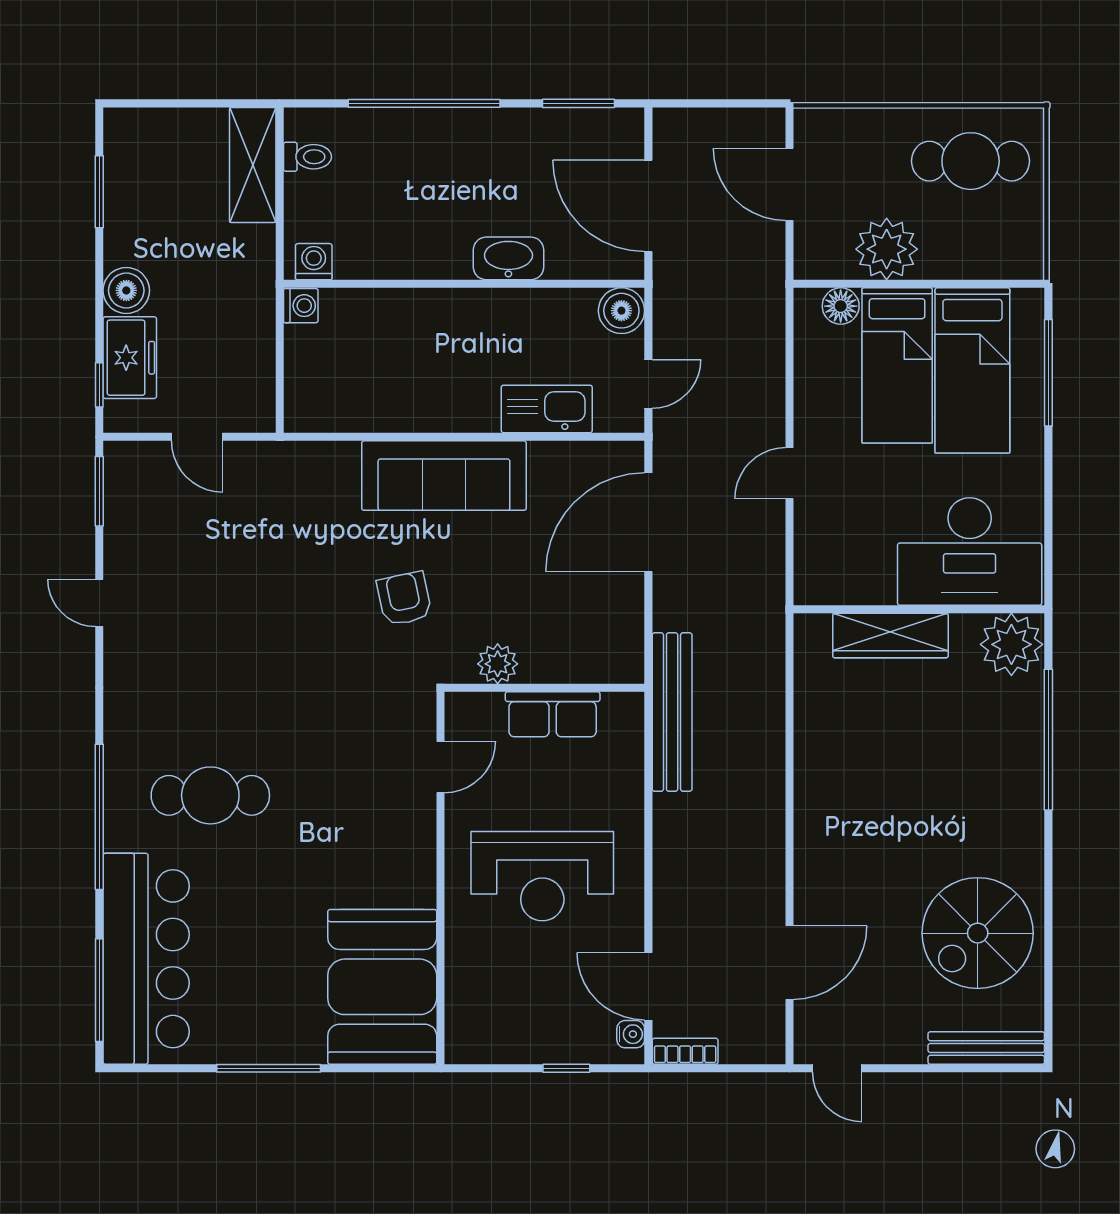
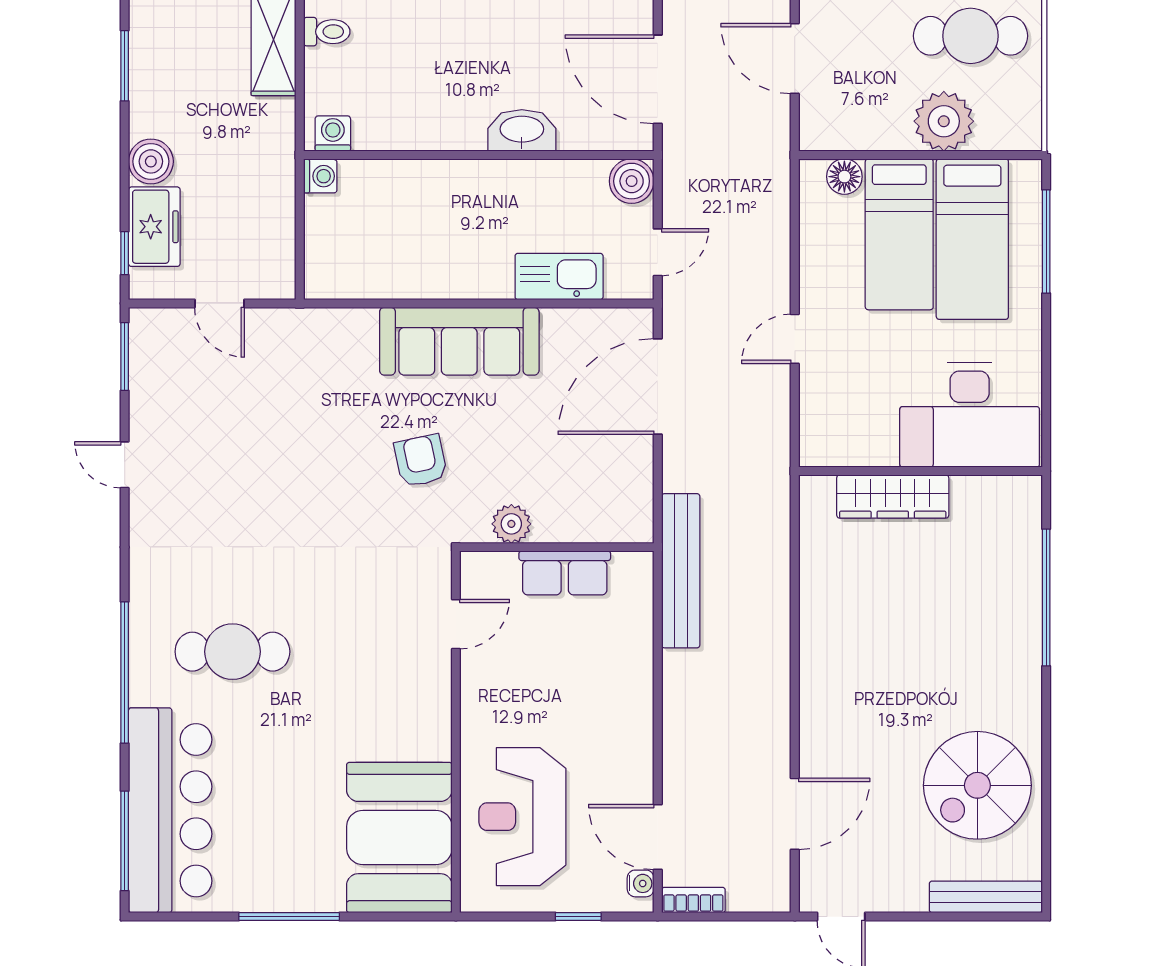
plant: (887, 249) -> (944, 121), moved
plant: (1011, 644) -> (1010, 505), removed
reception desk: (542, 876) -> (522, 817), moved, turned 90

